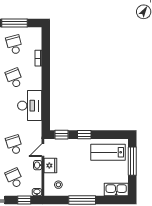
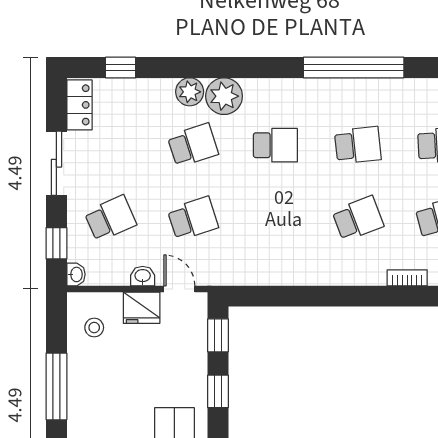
desk: (30, 106) -> (290, 256), removed

